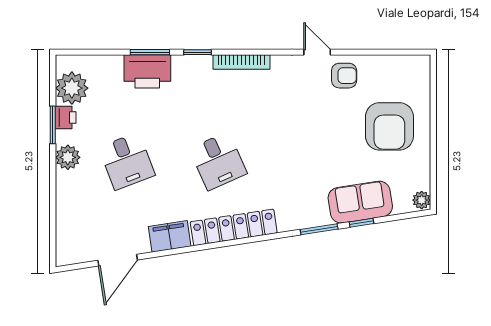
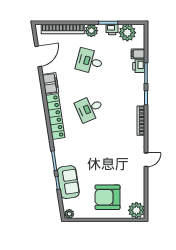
filing cabinet: (113, 67) -> (138, 54), added
printer: (147, 71) -> (139, 66), width x0.53, depth x0.68
plant: (415, 71) -> (136, 210), added
armchair: (344, 76) -> (134, 174), removed
desk: (127, 161) -> (89, 61), turned 36
bookcase: (65, 213) -> (63, 29), added
door: (118, 260) -> (38, 56), swing flipped

